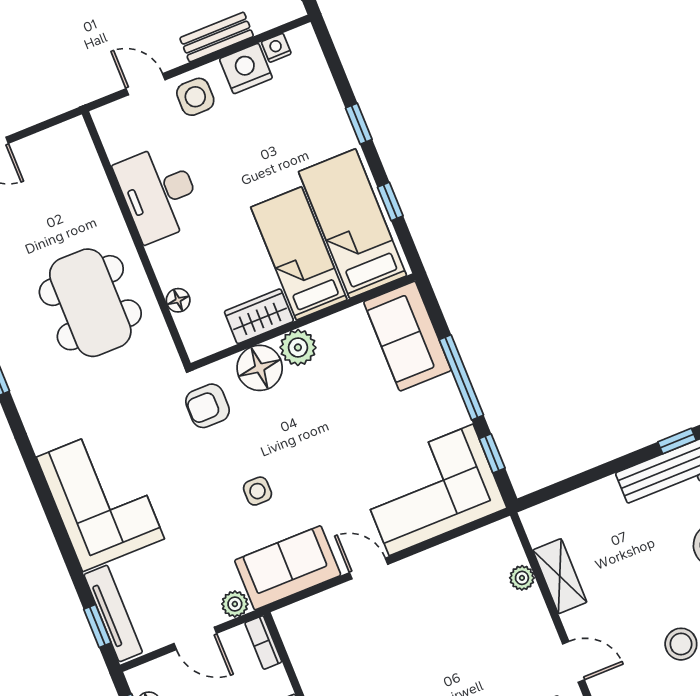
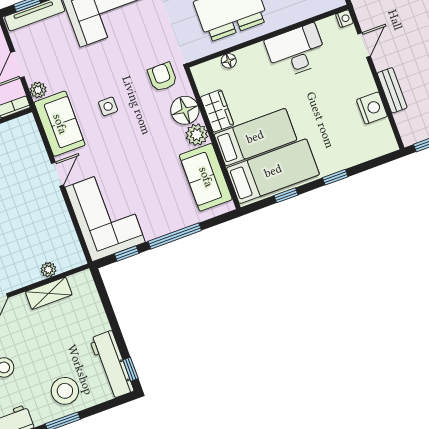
nightstand: (276, 48) -> (344, 19), moved
side table: (195, 97) -> (355, 76), removed
sofa: (407, 336) -> (206, 177), moved, turned -90

